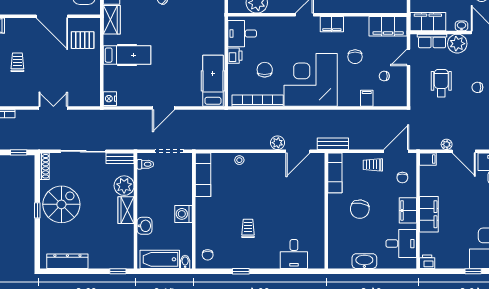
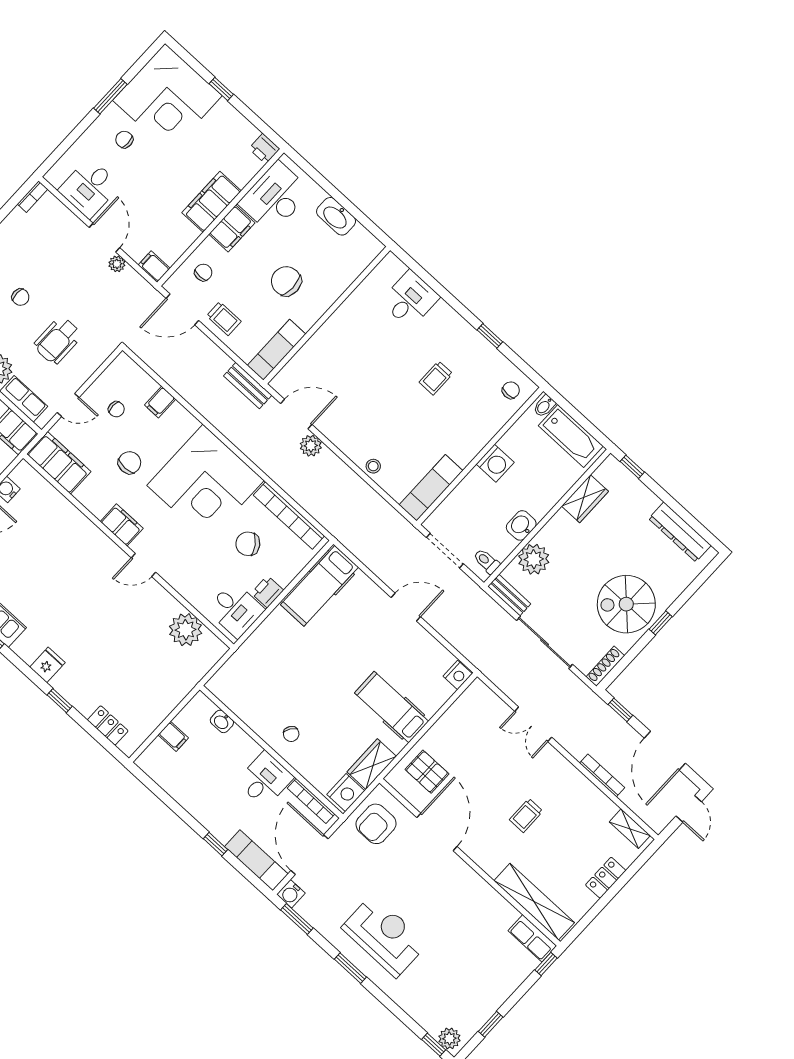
chair: (265, 70) -> (248, 544), turned 55
chair: (360, 209) -> (286, 281), turned -98
wardrobe: (126, 210) -> (585, 499), moved
washbasin: (145, 226) -> (521, 525), moved
desk: (401, 244) -> (275, 197), width x1.37

